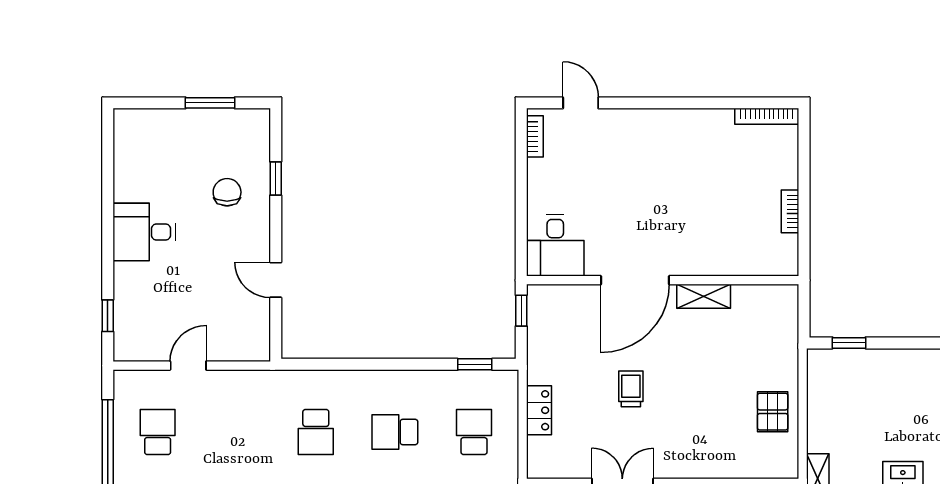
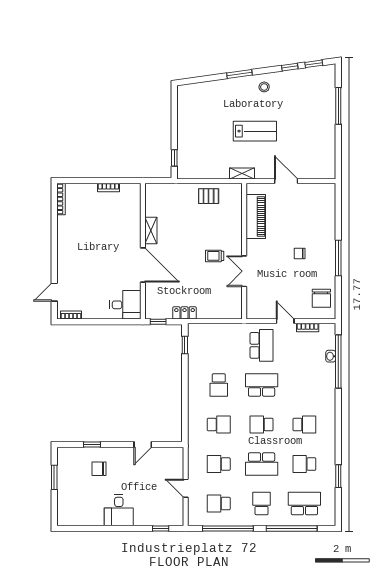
trolley: (631, 389) -> (215, 256), moved
locker: (539, 410) -> (185, 313), moved
school desk: (474, 432) -> (219, 464), moved

